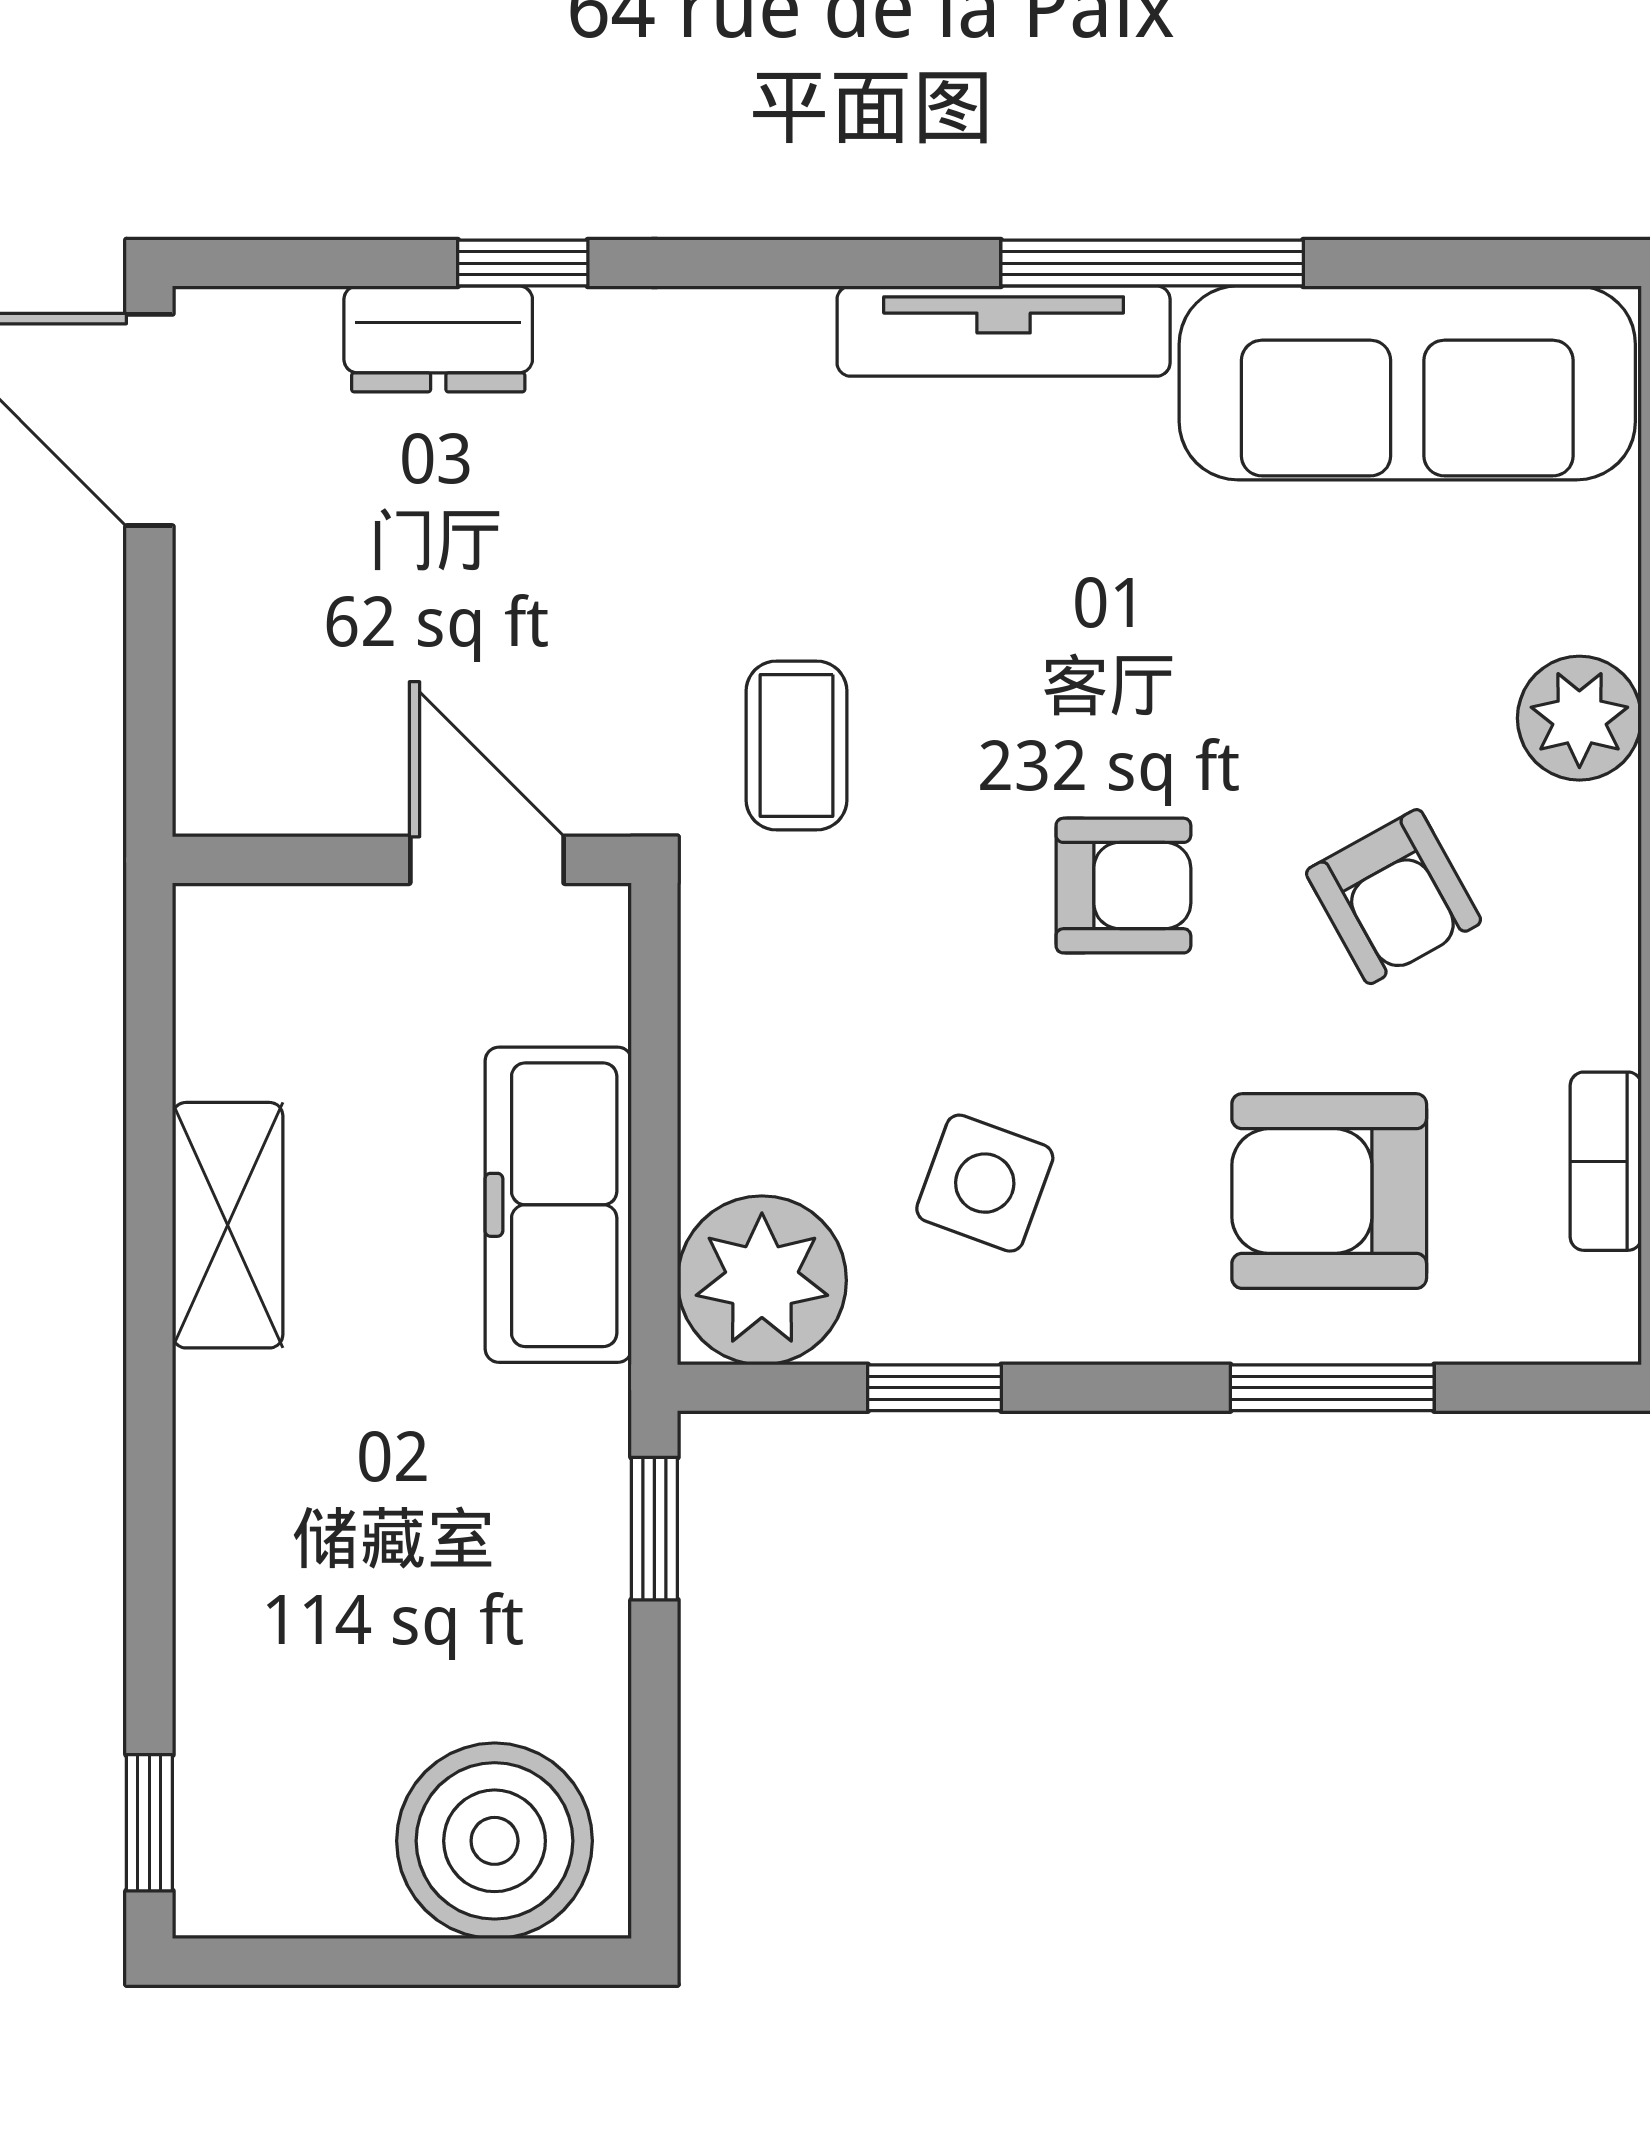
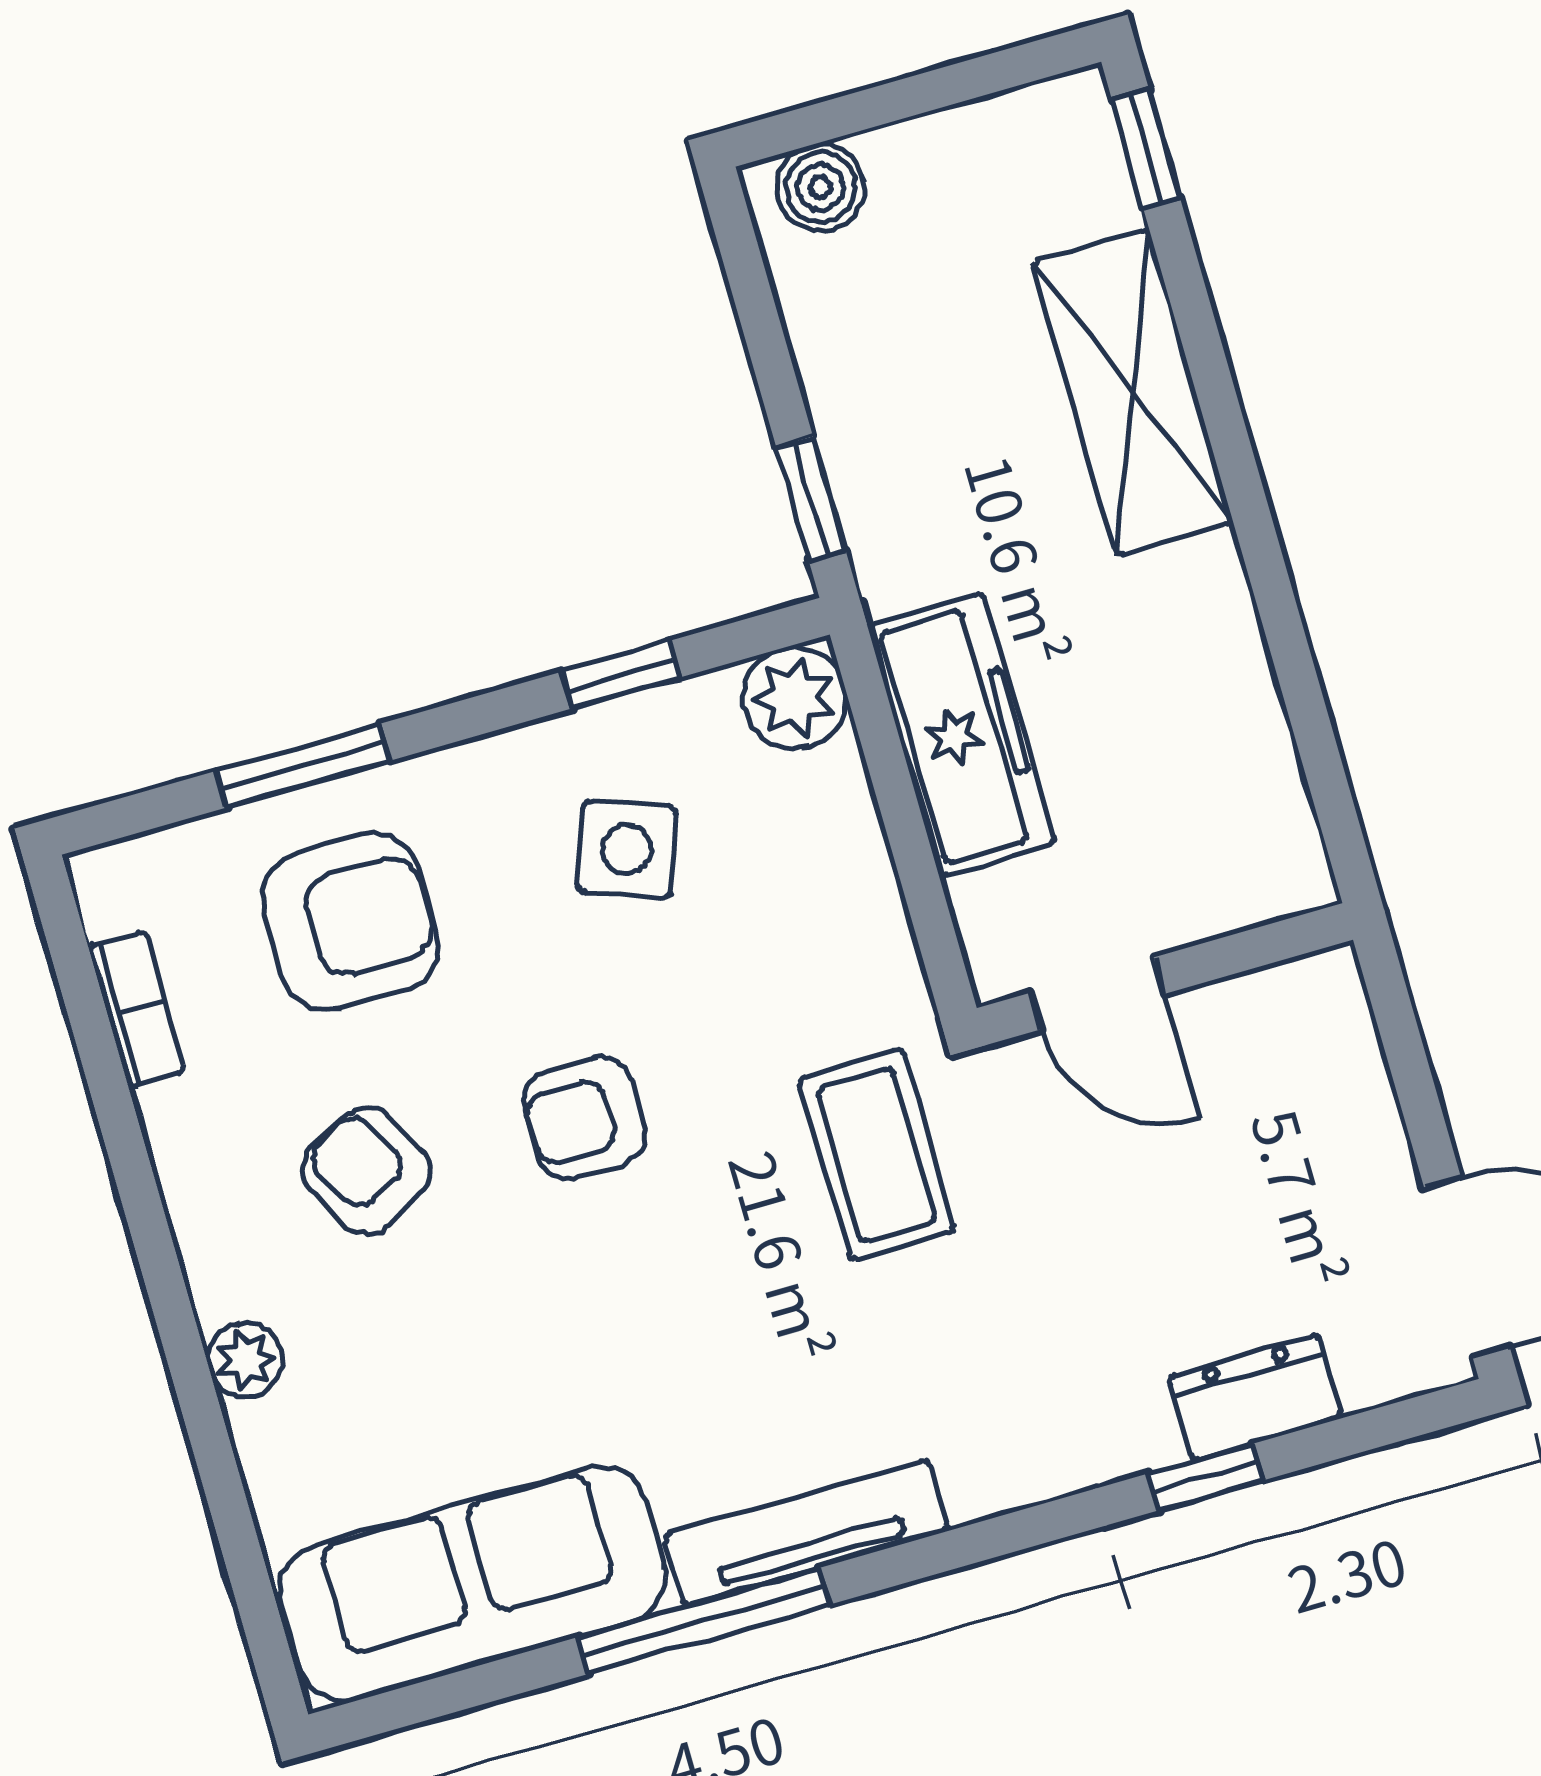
plant: (1579, 718) -> (245, 1360), width x0.73, depth x0.73
coffee table: (797, 745) -> (877, 1155), width x1.36, depth x1.30
shelving: (228, 1225) -> (1133, 392), moved, width x1.50, depth x1.33
plant: (762, 1280) -> (795, 698), width x0.73, depth x0.73
boiler: (495, 1841) -> (820, 187), width x0.54, depth x0.54

